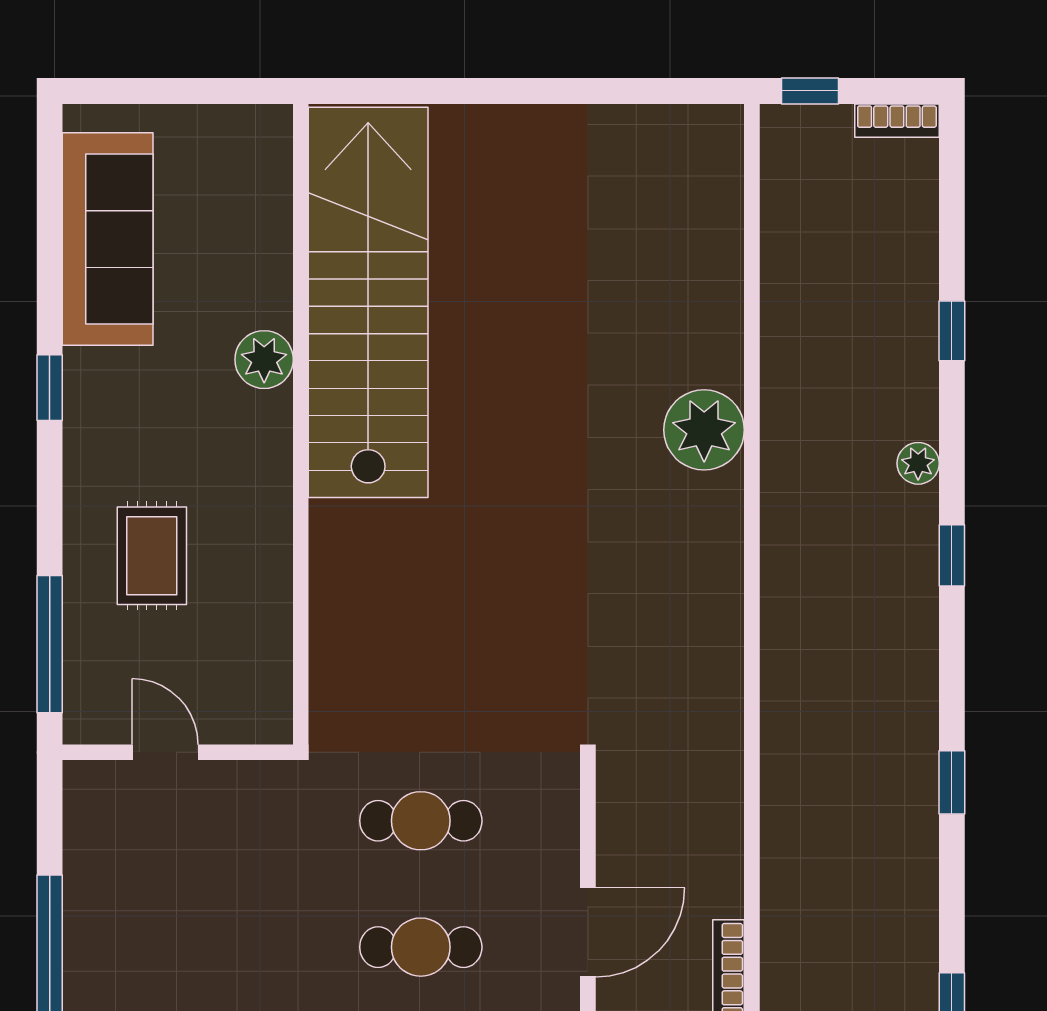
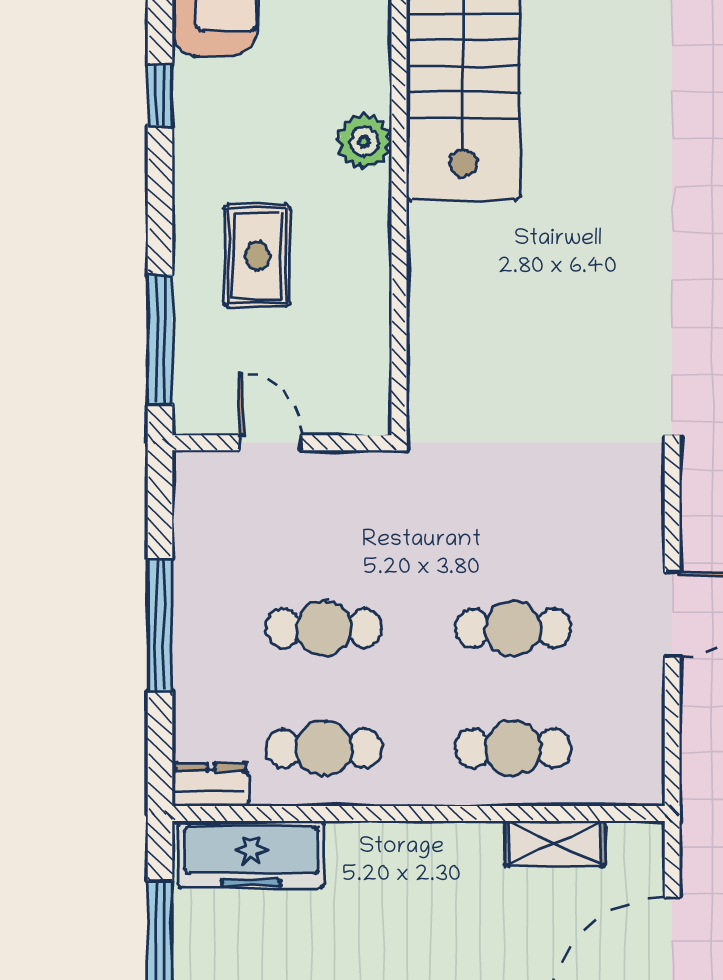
plant: (264, 360) -> (364, 141), moved
cafe table: (421, 821) -> (324, 628), moved

